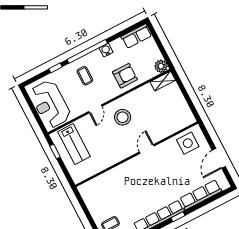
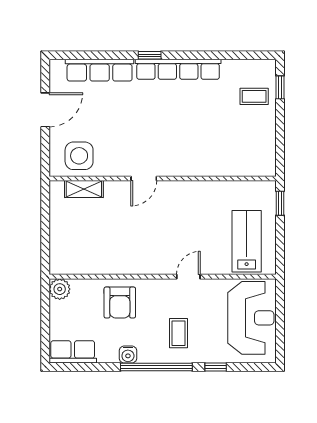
armchair: (125, 76) -> (120, 303), turned -90
shelving: (163, 81) -> (84, 189), moved
stool: (123, 117) -> (155, 244), removed
window: (55, 151) -> (280, 203), moved

